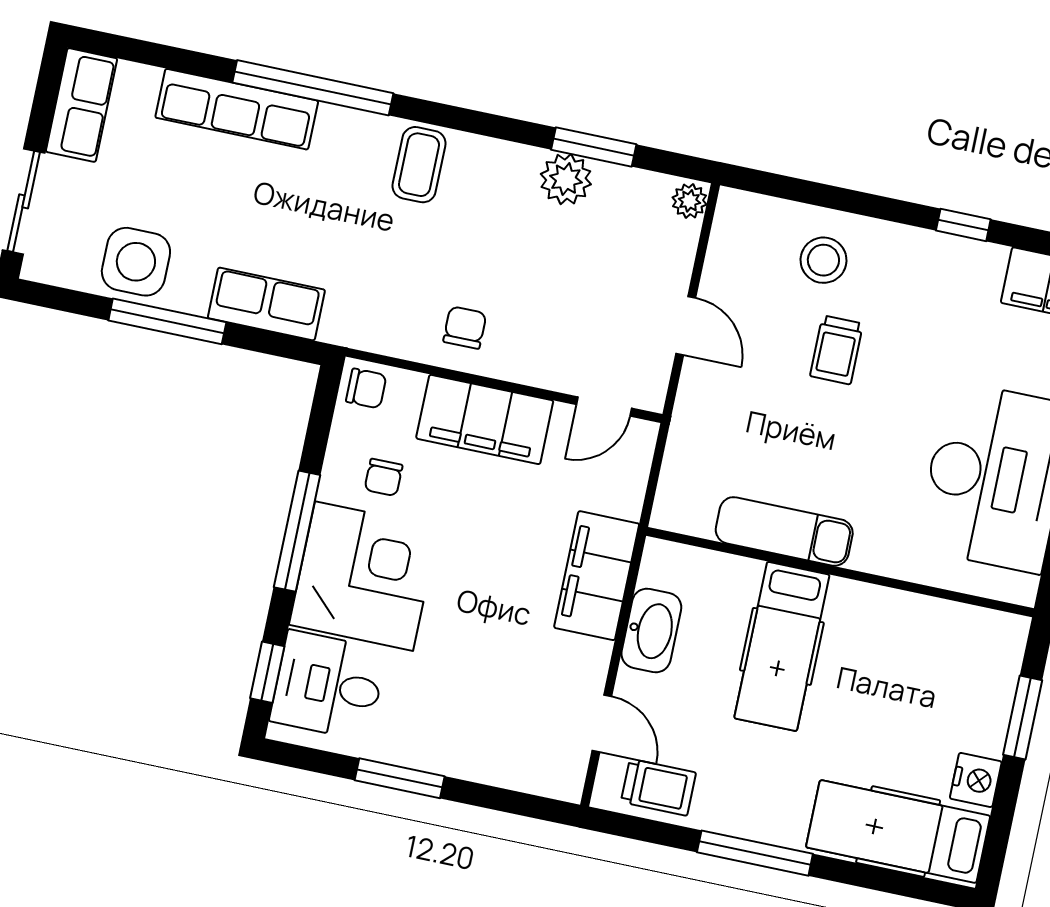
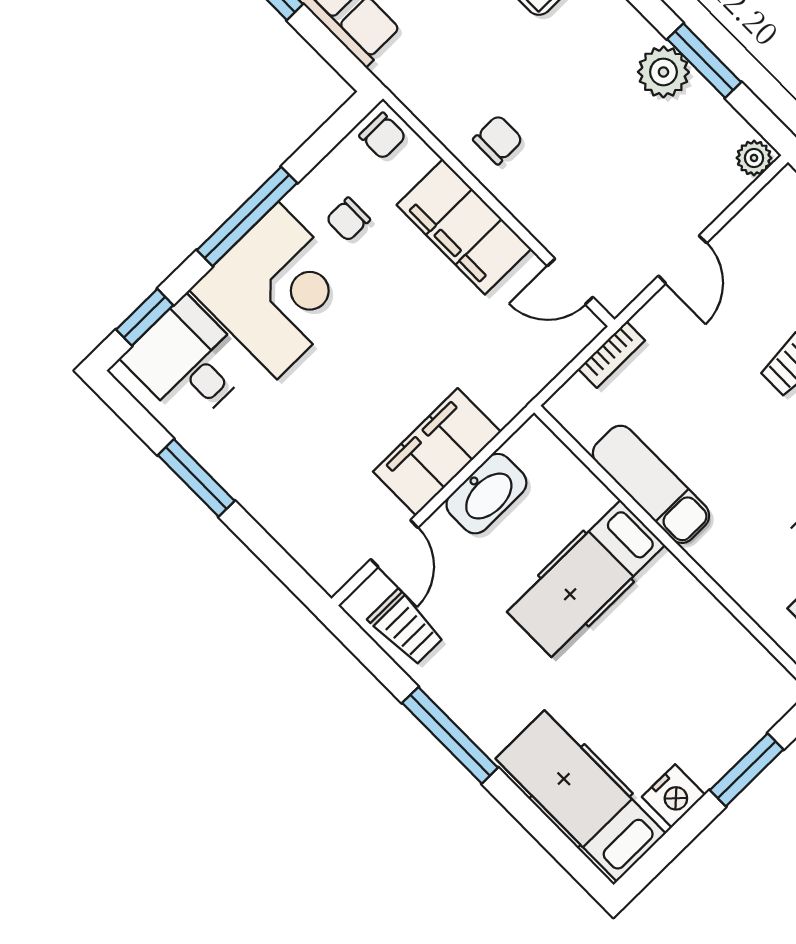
bookcase: (679, 445) -> (612, 355), added
filing cabinet: (597, 576) -> (437, 452), moved

